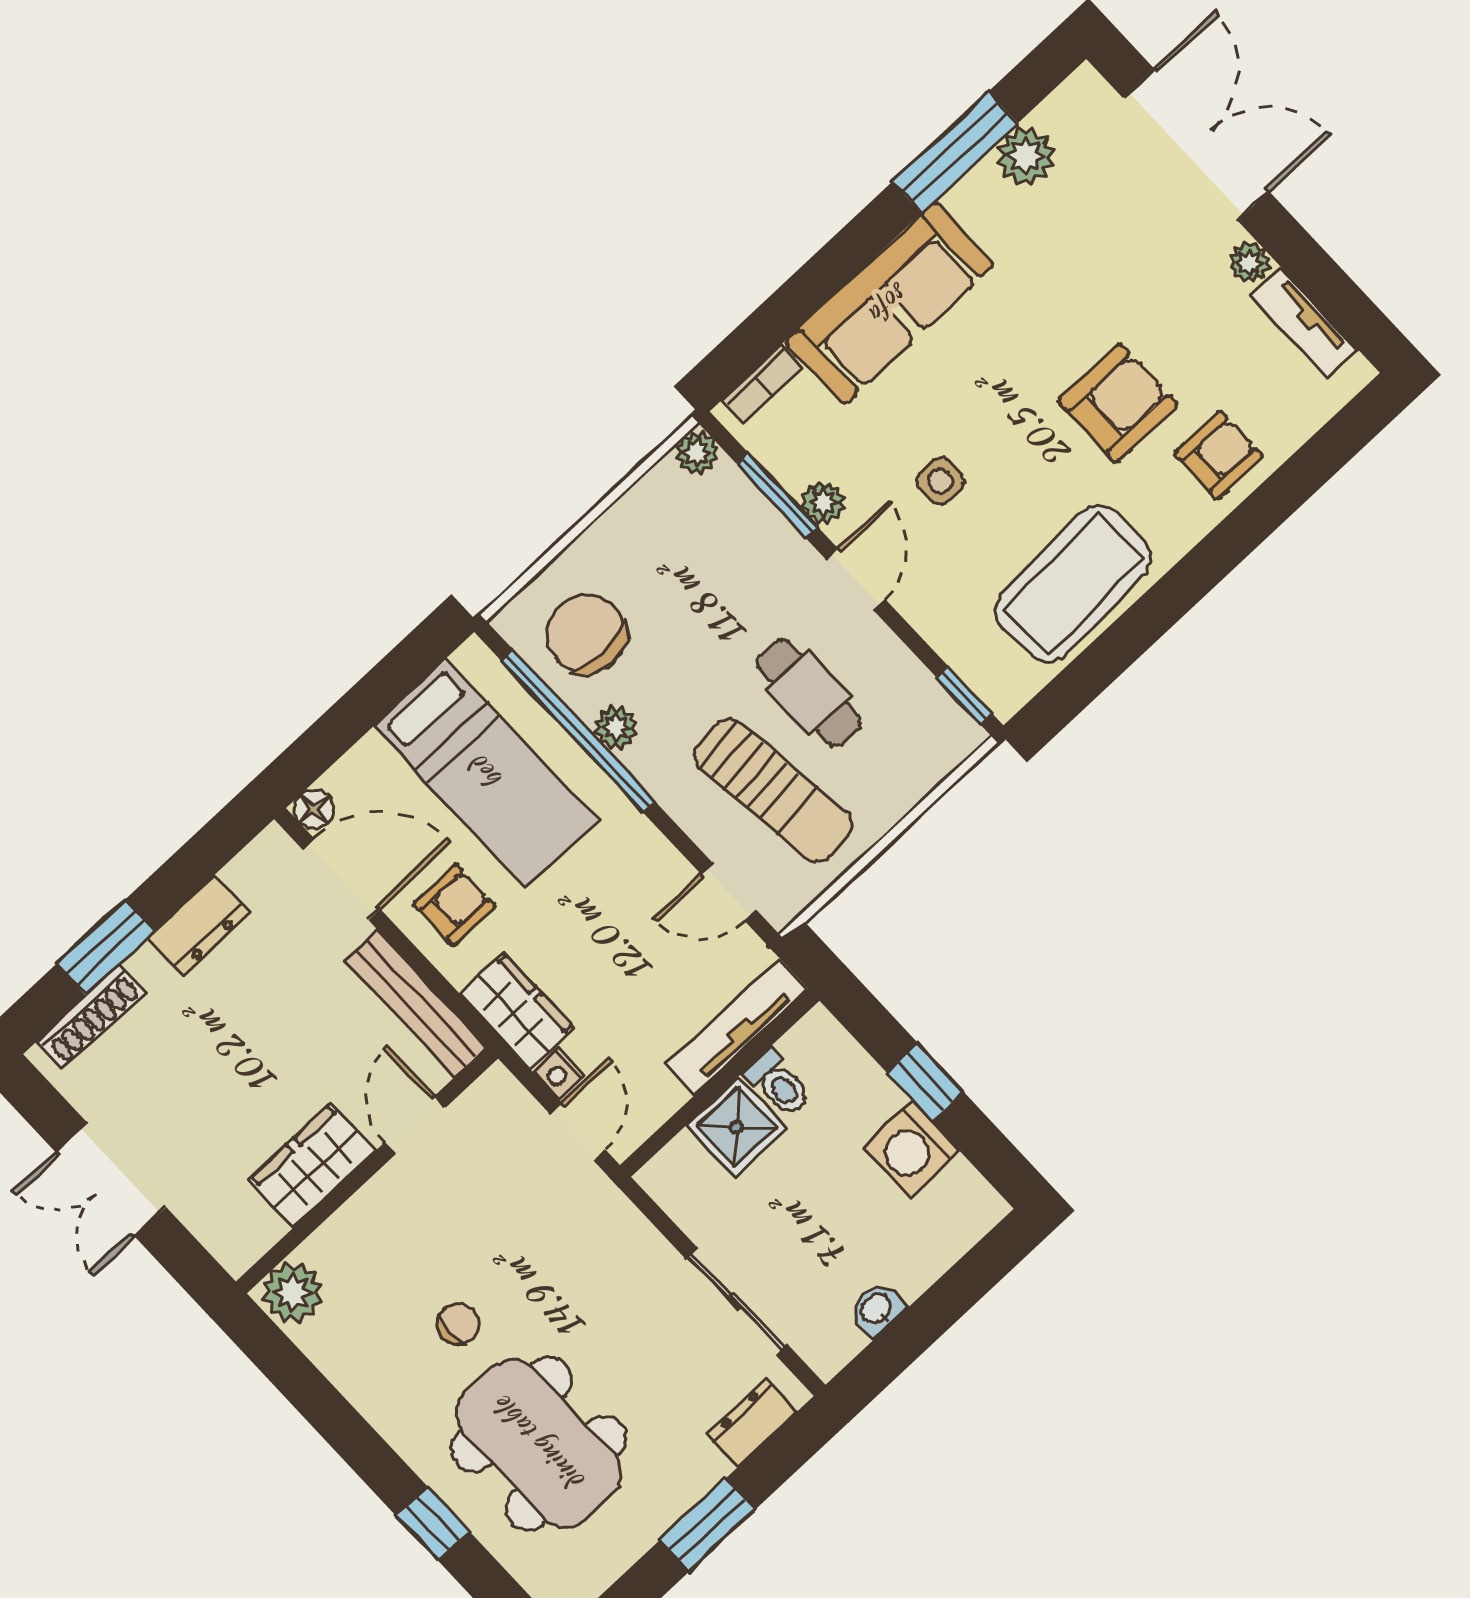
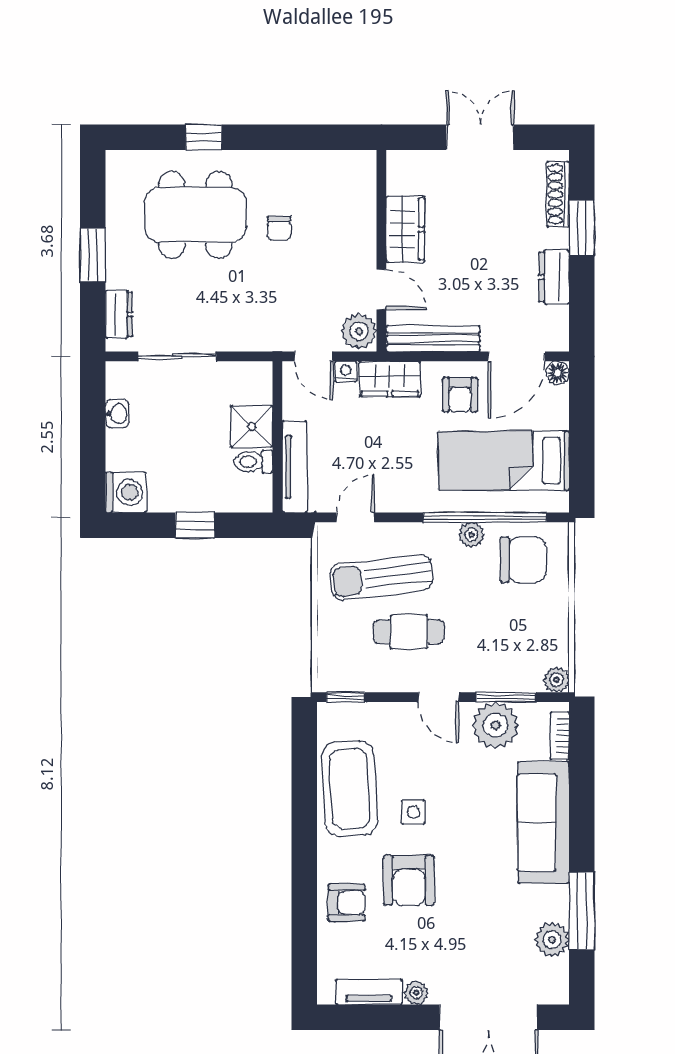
armchair: (1218, 455) -> (346, 902), turned -90
side table: (940, 481) -> (413, 812), moved
plant: (824, 502) -> (495, 725), width x1.88, depth x1.88
washing machine: (911, 1149) -> (126, 492), moved, turned 90
plant: (292, 1292) -> (359, 331), moved

